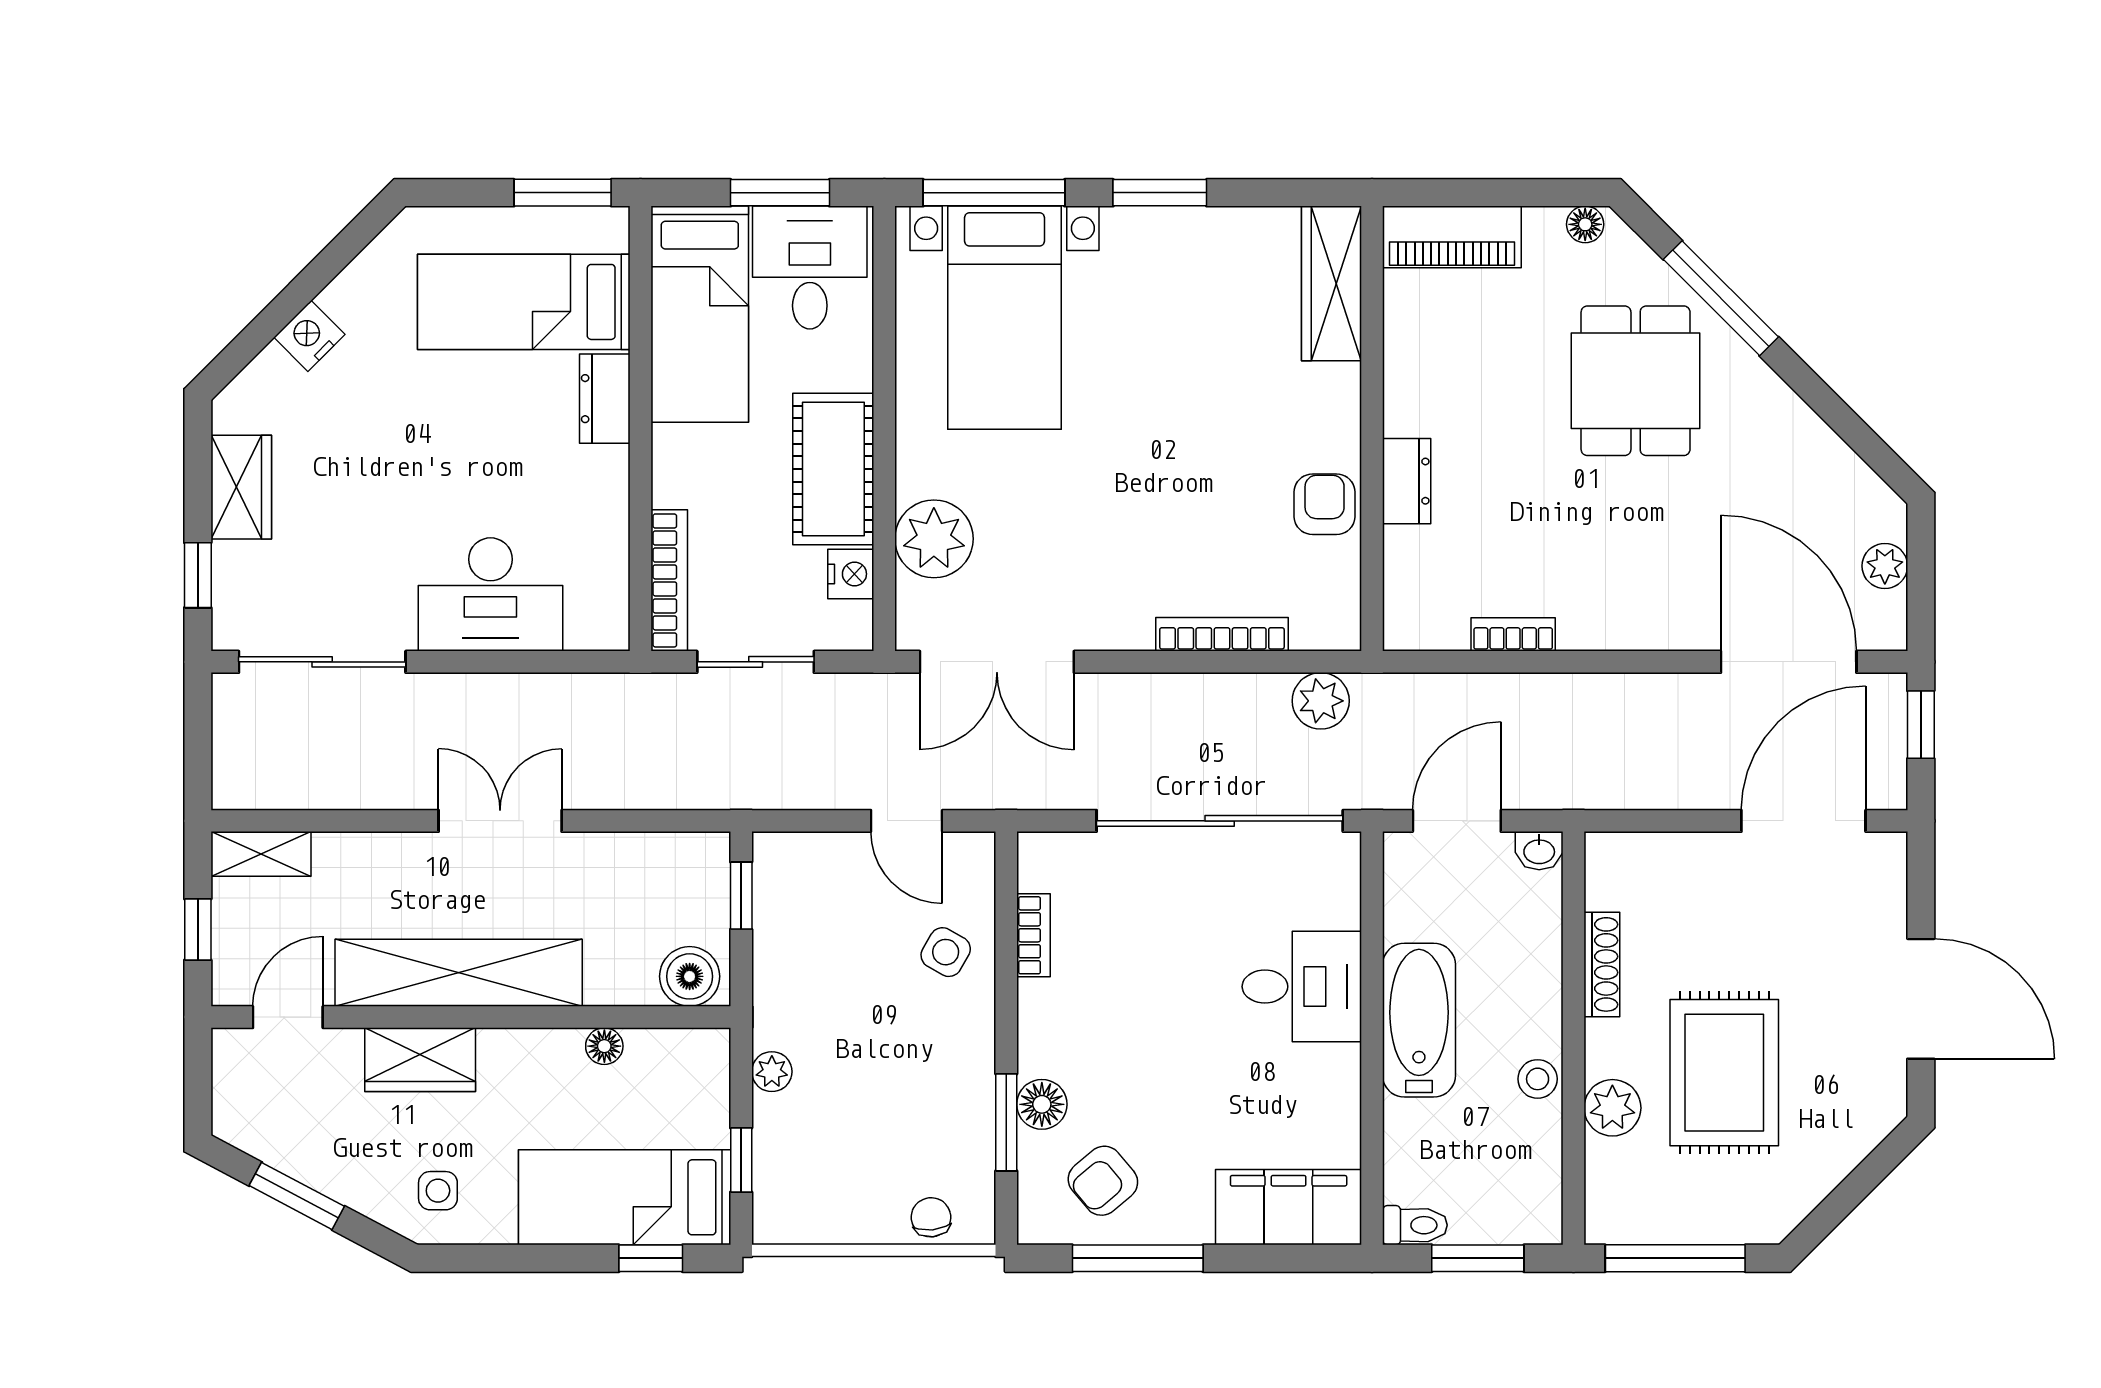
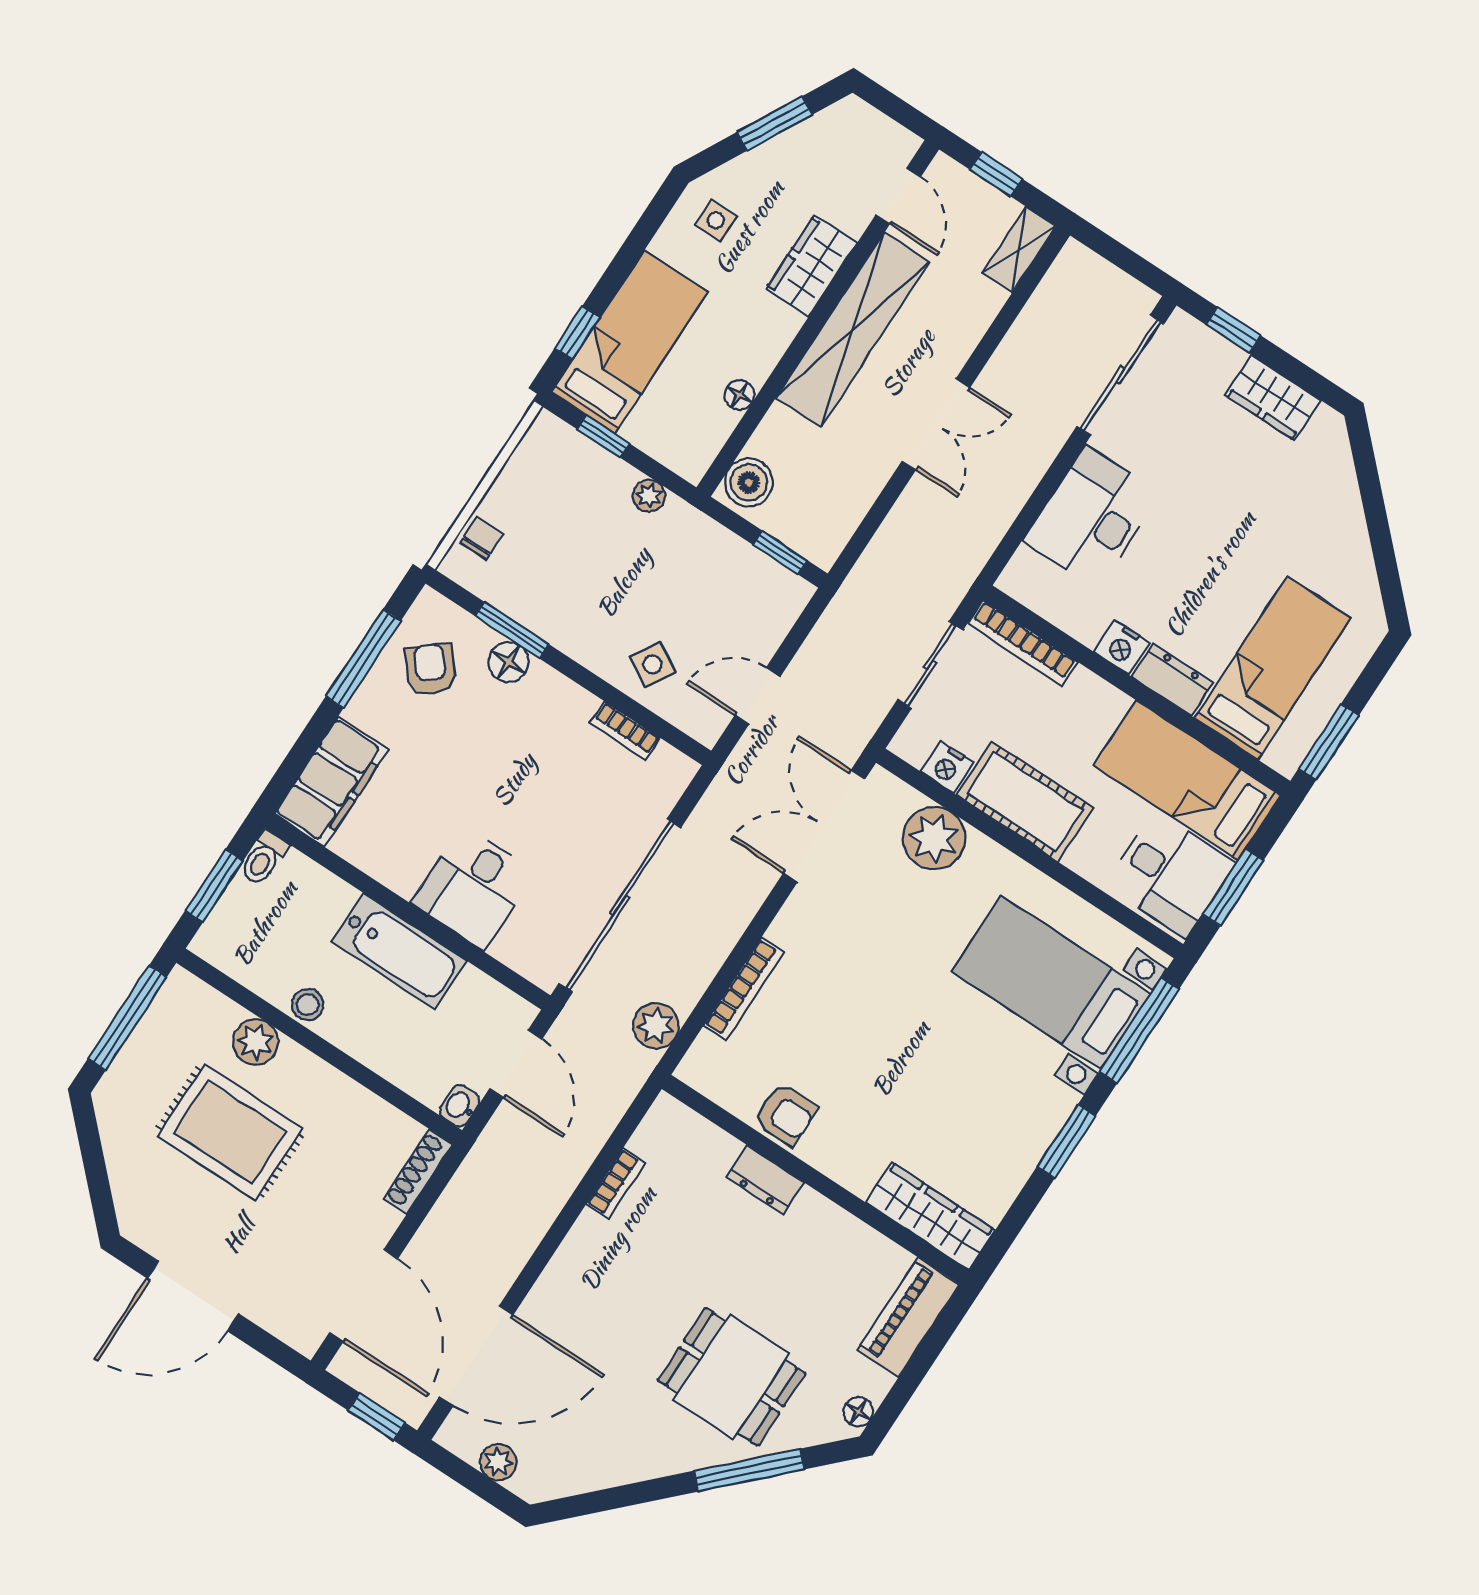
nightstand: (309, 336) -> (1122, 647), moved, turned 135
shoe rack: (1602, 964) -> (418, 1172), moved, turned 90
chair: (931, 1217) -> (482, 538), turned -84

